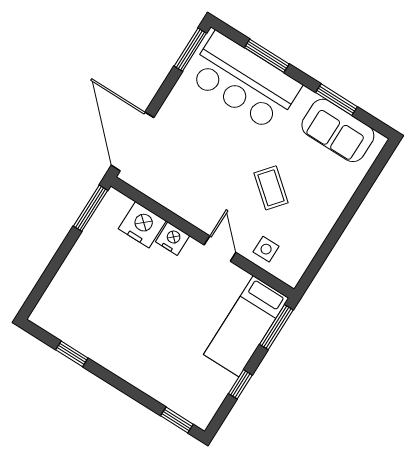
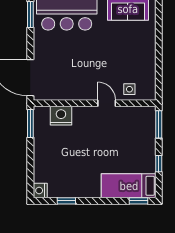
coffee table: (271, 188) -> (113, 58), removed
nightstand: (173, 239) -> (40, 191), moved, turned -90
bed: (246, 326) -> (129, 186), moved, turned 90

